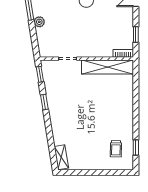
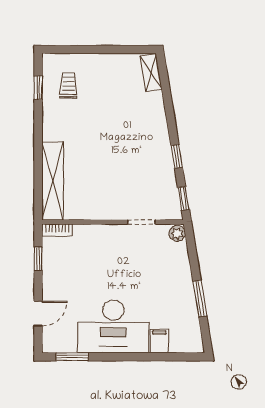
plant: (39, 22) -> (177, 233), moved
shelving: (107, 67) -> (53, 181), moved, turned 90

